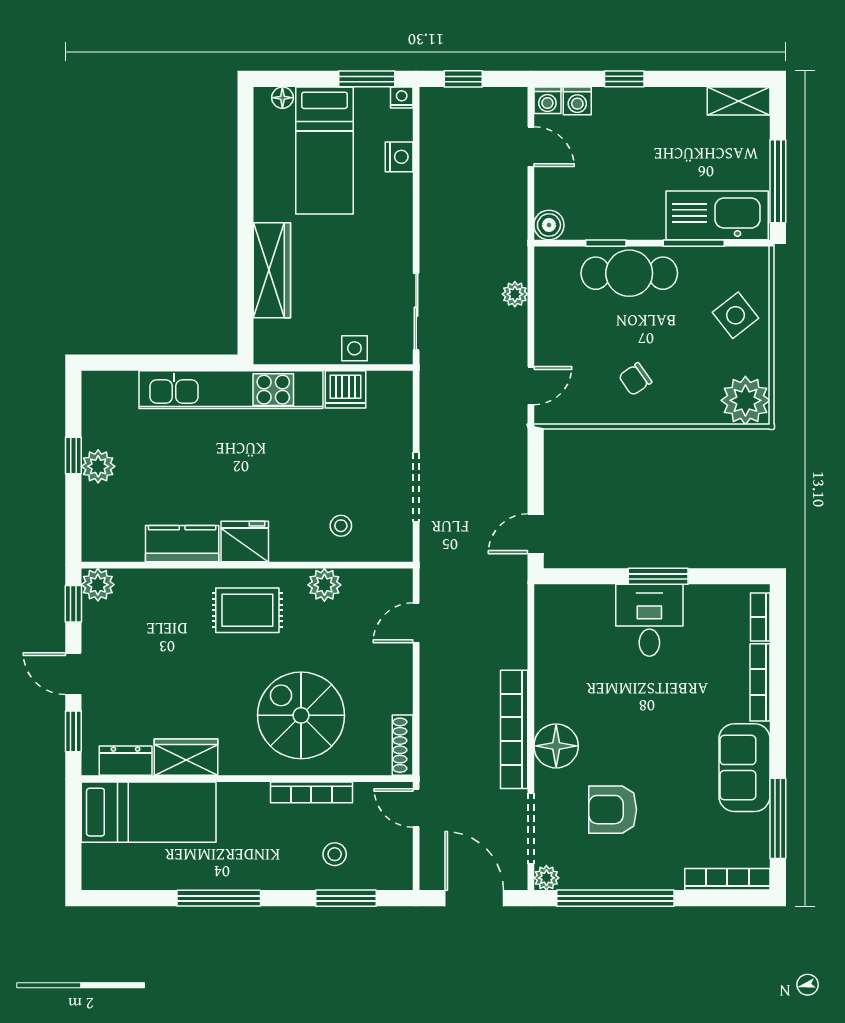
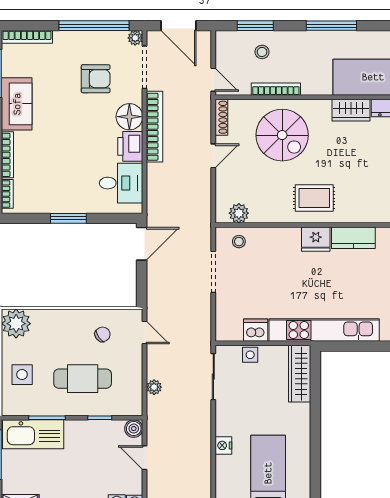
door: (531, 147) -> (145, 458), moved
nightstand: (399, 157) -> (223, 445), moved
wardrobe: (272, 270) -> (300, 374), moved
cafe table: (629, 273) -> (83, 379), moved
side table: (736, 315) -> (22, 375), turned 38
chair: (635, 379) -> (103, 334), moved
door: (531, 386) -> (145, 332), swing flipped
stool: (341, 526) -> (239, 242), moved
door: (536, 534) -> (142, 244), width x1.38
plant: (324, 585) -> (239, 213), moved
desk: (649, 620) -> (121, 183), moved, turned -90
door: (416, 623) -> (213, 156), moved
printer: (555, 696) -> (130, 146), added

